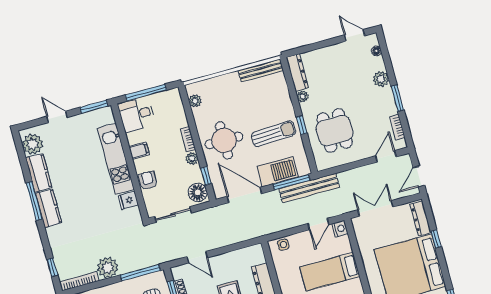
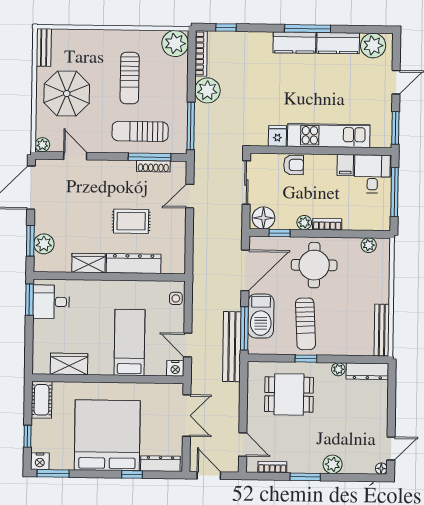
floor lamp: (376, 51) -> (381, 469), moved
filing cabinet: (139, 151) -> (345, 165), moved

